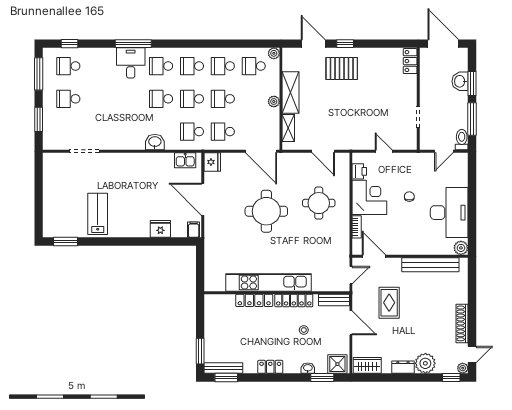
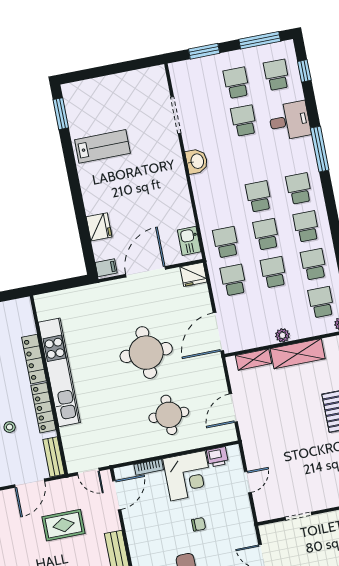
desk: (131, 63) -> (290, 121), moved
school desk: (99, 99) -> (244, 121), added
washbasin: (155, 142) -> (197, 161), moved

